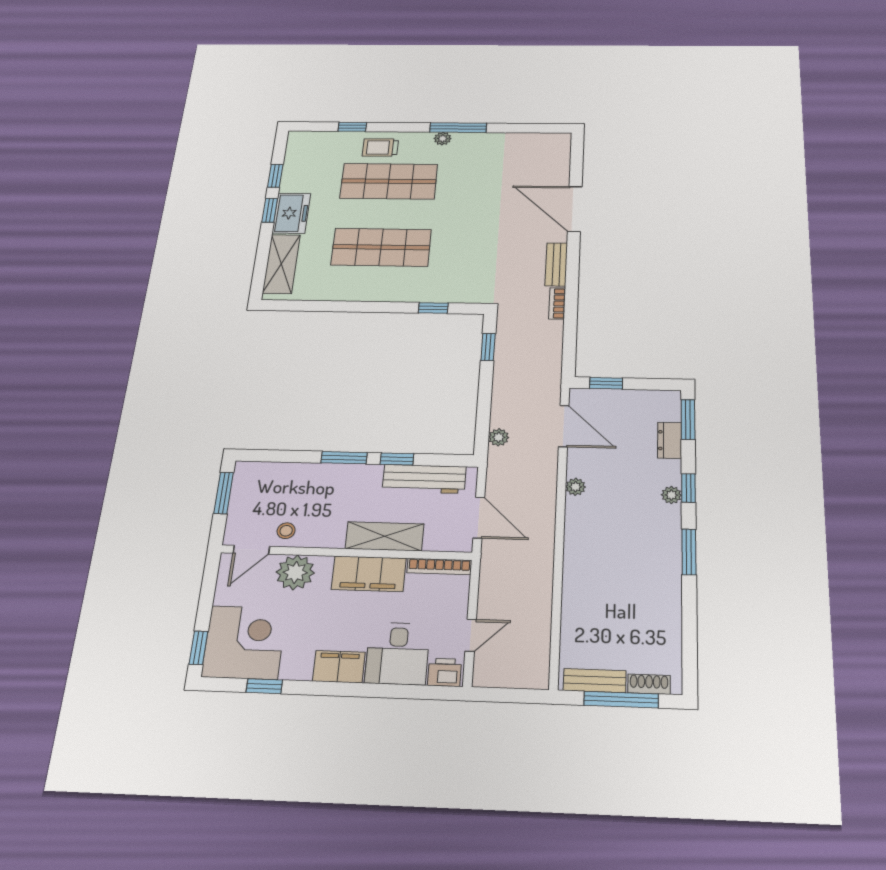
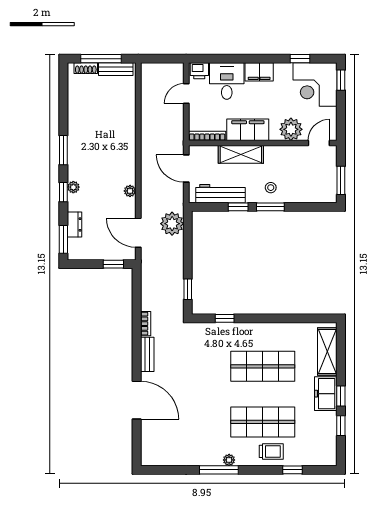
plant: (499, 437) -> (172, 224), width x1.88, depth x1.88
stool: (286, 531) -> (271, 188), moved

